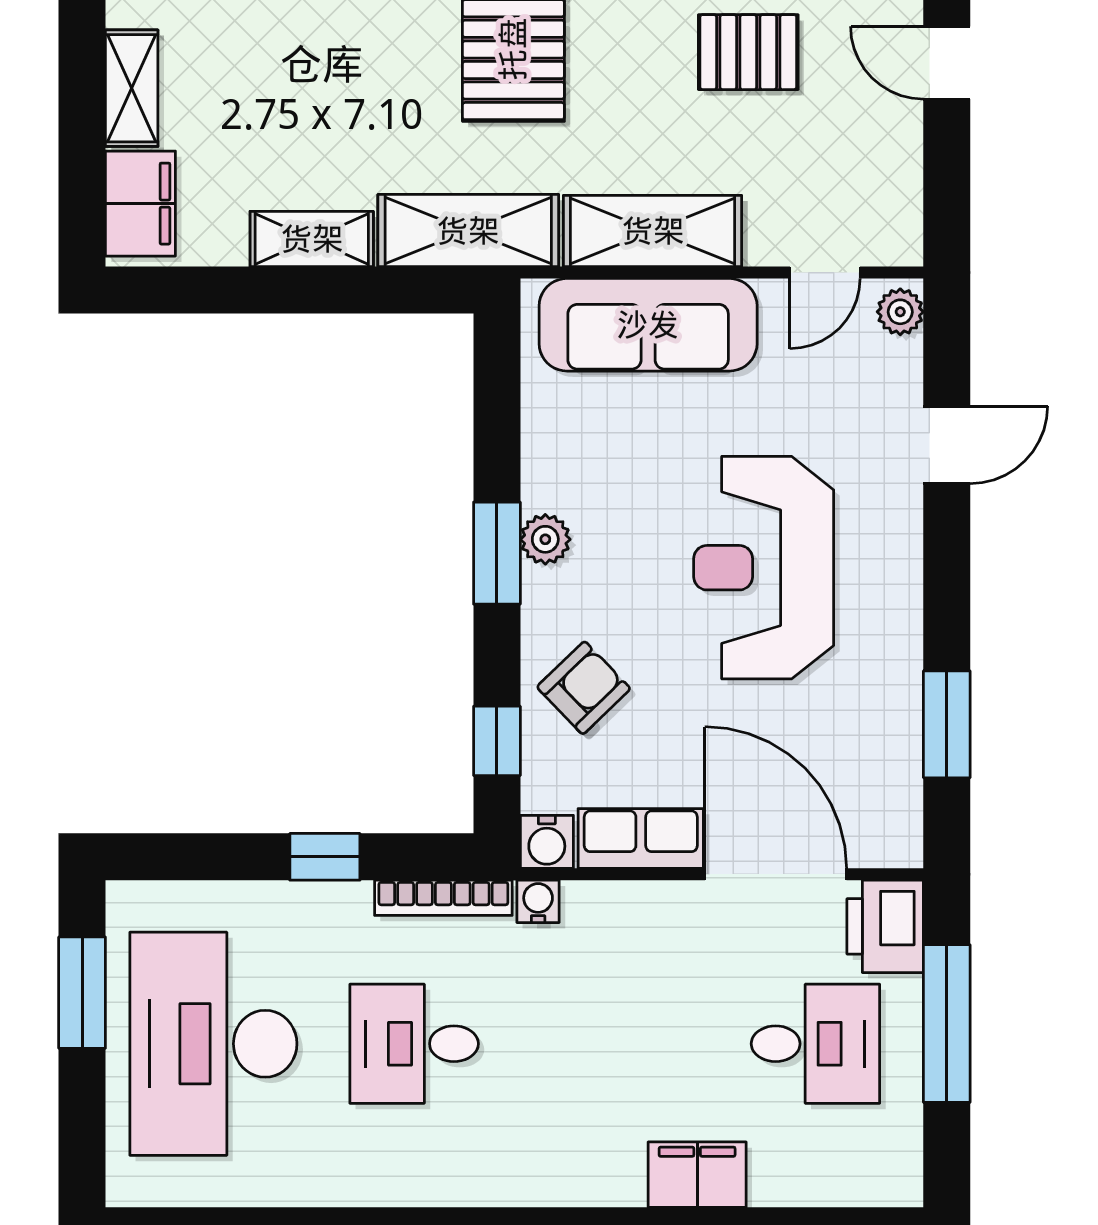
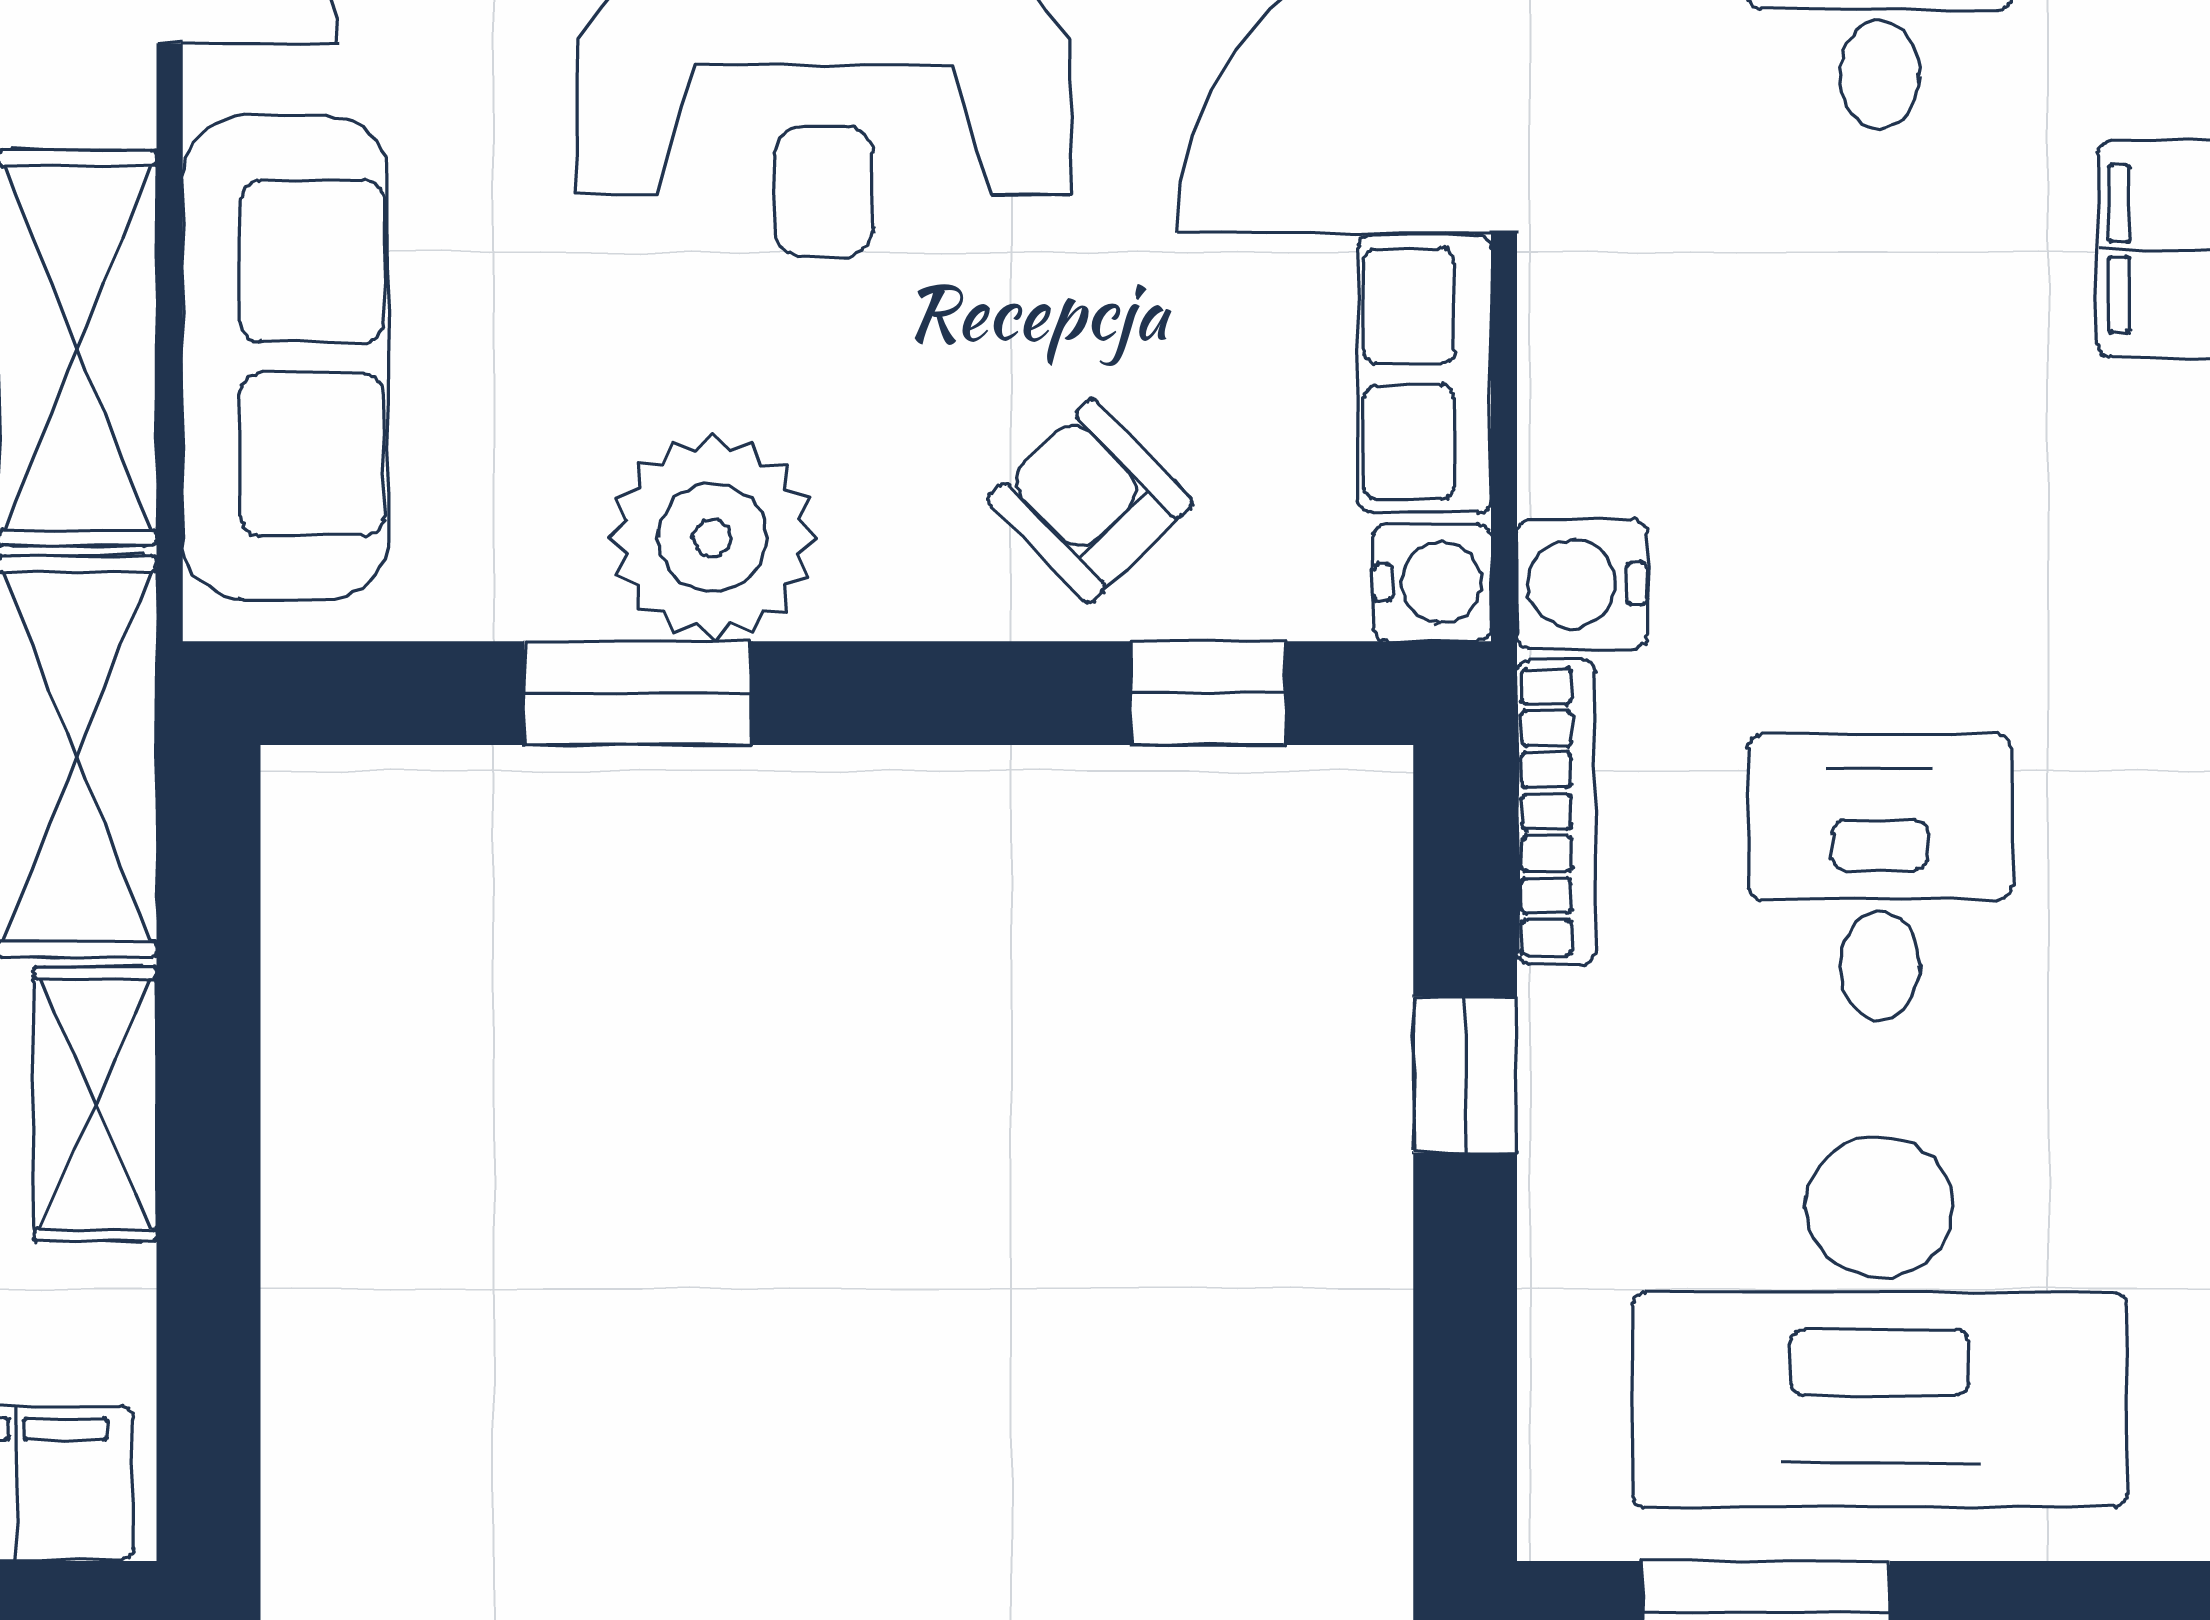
plant: (545, 539) -> (713, 537), width x1.87, depth x1.87
window: (497, 553) -> (638, 693), moved
water cooler: (538, 901) -> (1582, 584), width x1.38, depth x1.38
desk: (414, 1044) -> (1880, 877), turned 180

